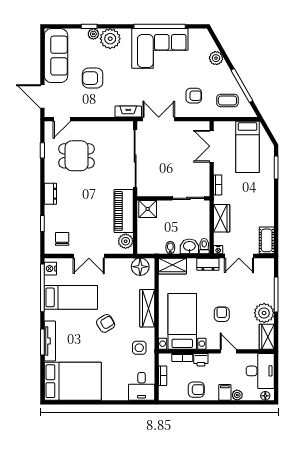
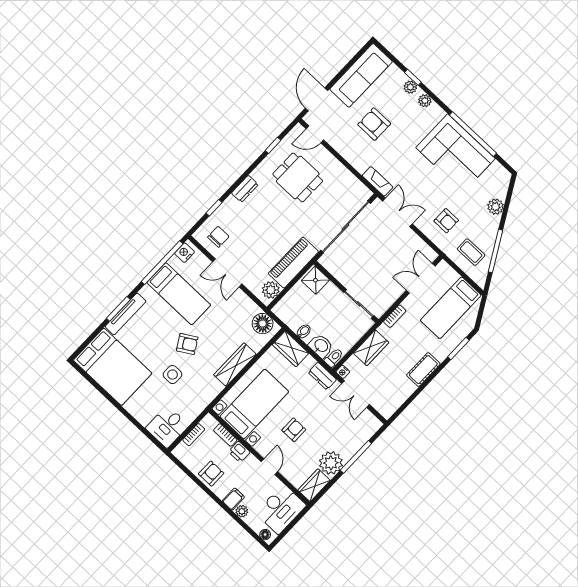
plant: (110, 39) -> (425, 101), width x0.53, depth x0.53
cot: (267, 240) -> (423, 370), moved
side table: (139, 348) -> (172, 375), moved
armchair: (196, 390) -> (211, 474), turned -90

